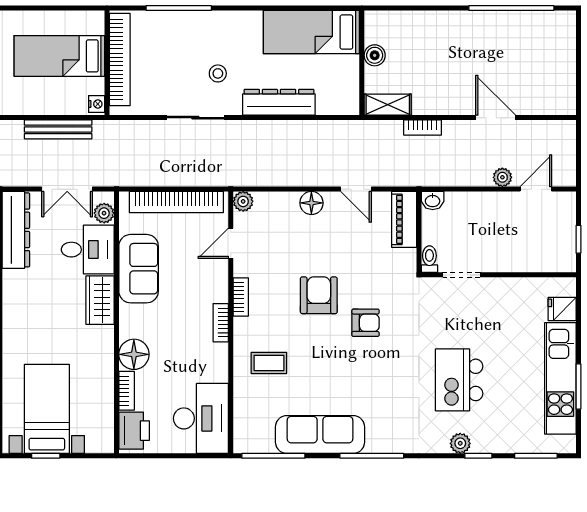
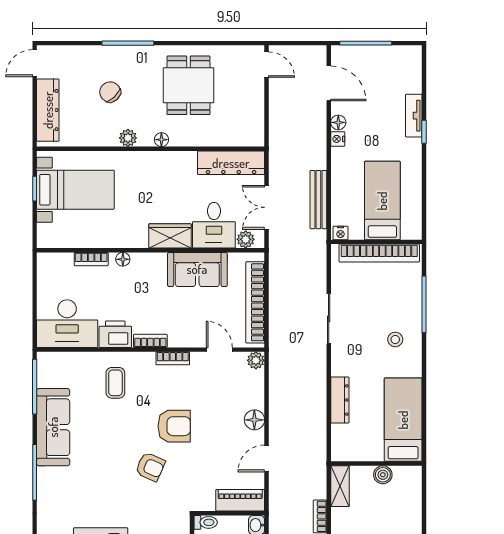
stool: (218, 73) -> (395, 339), moved
dresser: (279, 102) -> (340, 400), width x0.73, depth x0.80
armchair: (366, 323) -> (150, 467), turned -66
floor lamp: (134, 354) -> (123, 259), width x0.53, depth x0.53
printer: (134, 431) -> (115, 334), moved, turned 180

